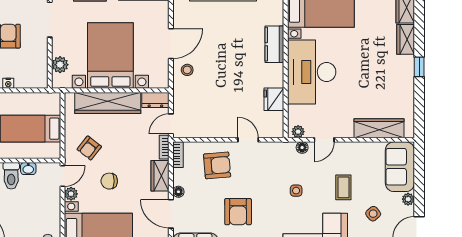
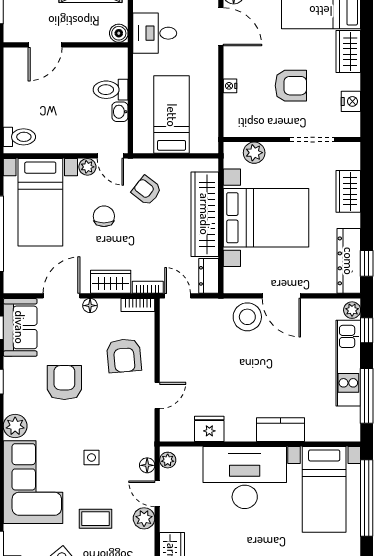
stool: (187, 70) -> (247, 317), width x1.89, depth x1.89
plant: (343, 150) -> (144, 518), added
armchair: (238, 212) -> (64, 383), turned 90

